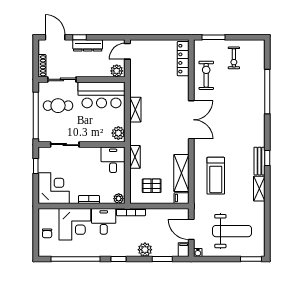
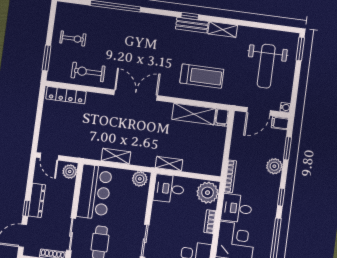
pallet: (152, 186) -> (204, 149), removed
plant: (119, 199) -> (208, 193), width x1.88, depth x1.88
weight bench: (232, 231) -> (266, 66), turned 180

